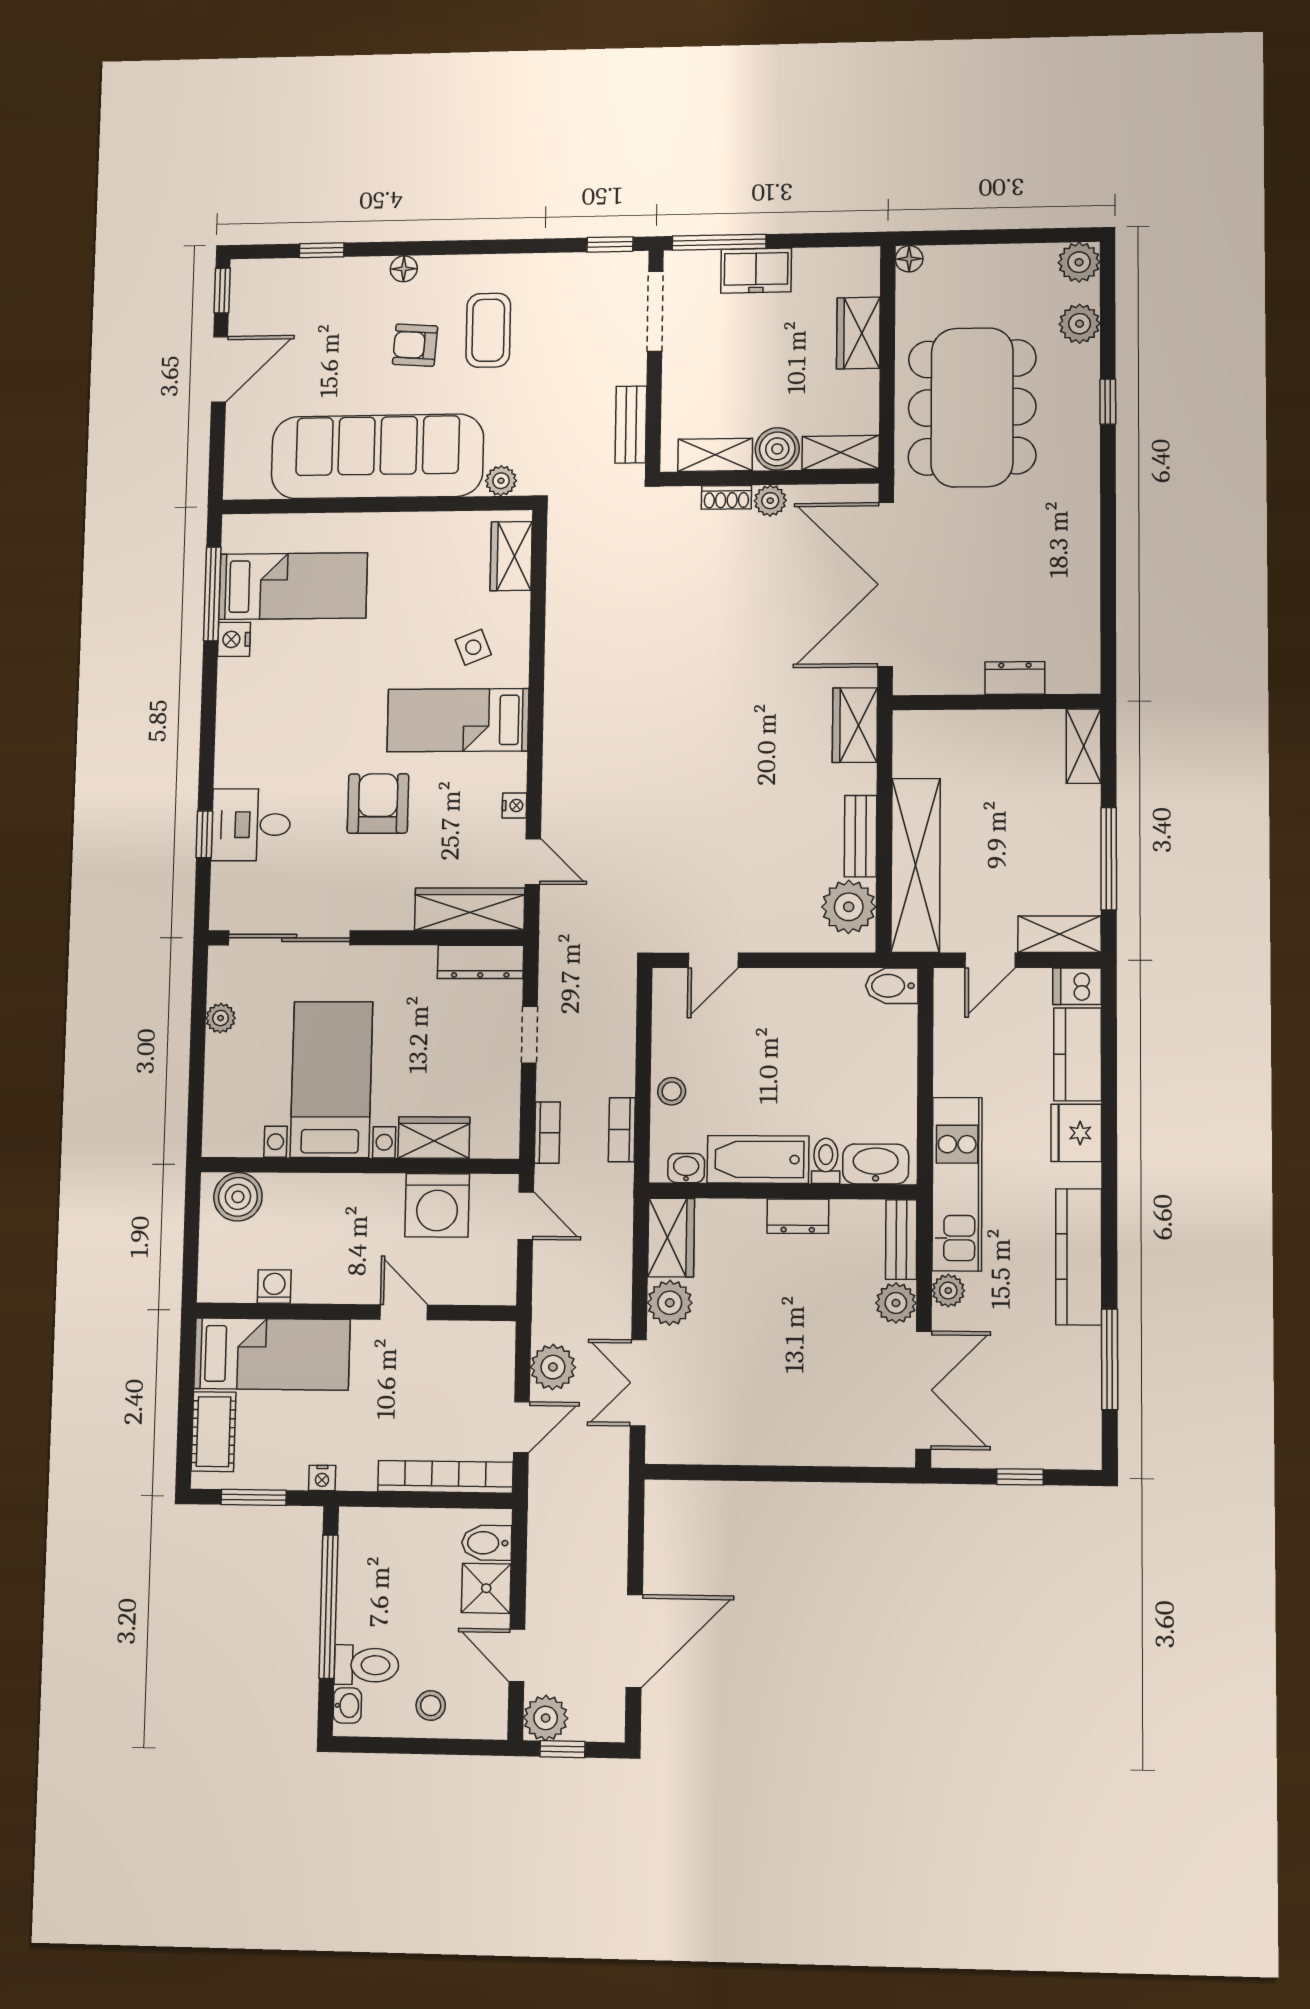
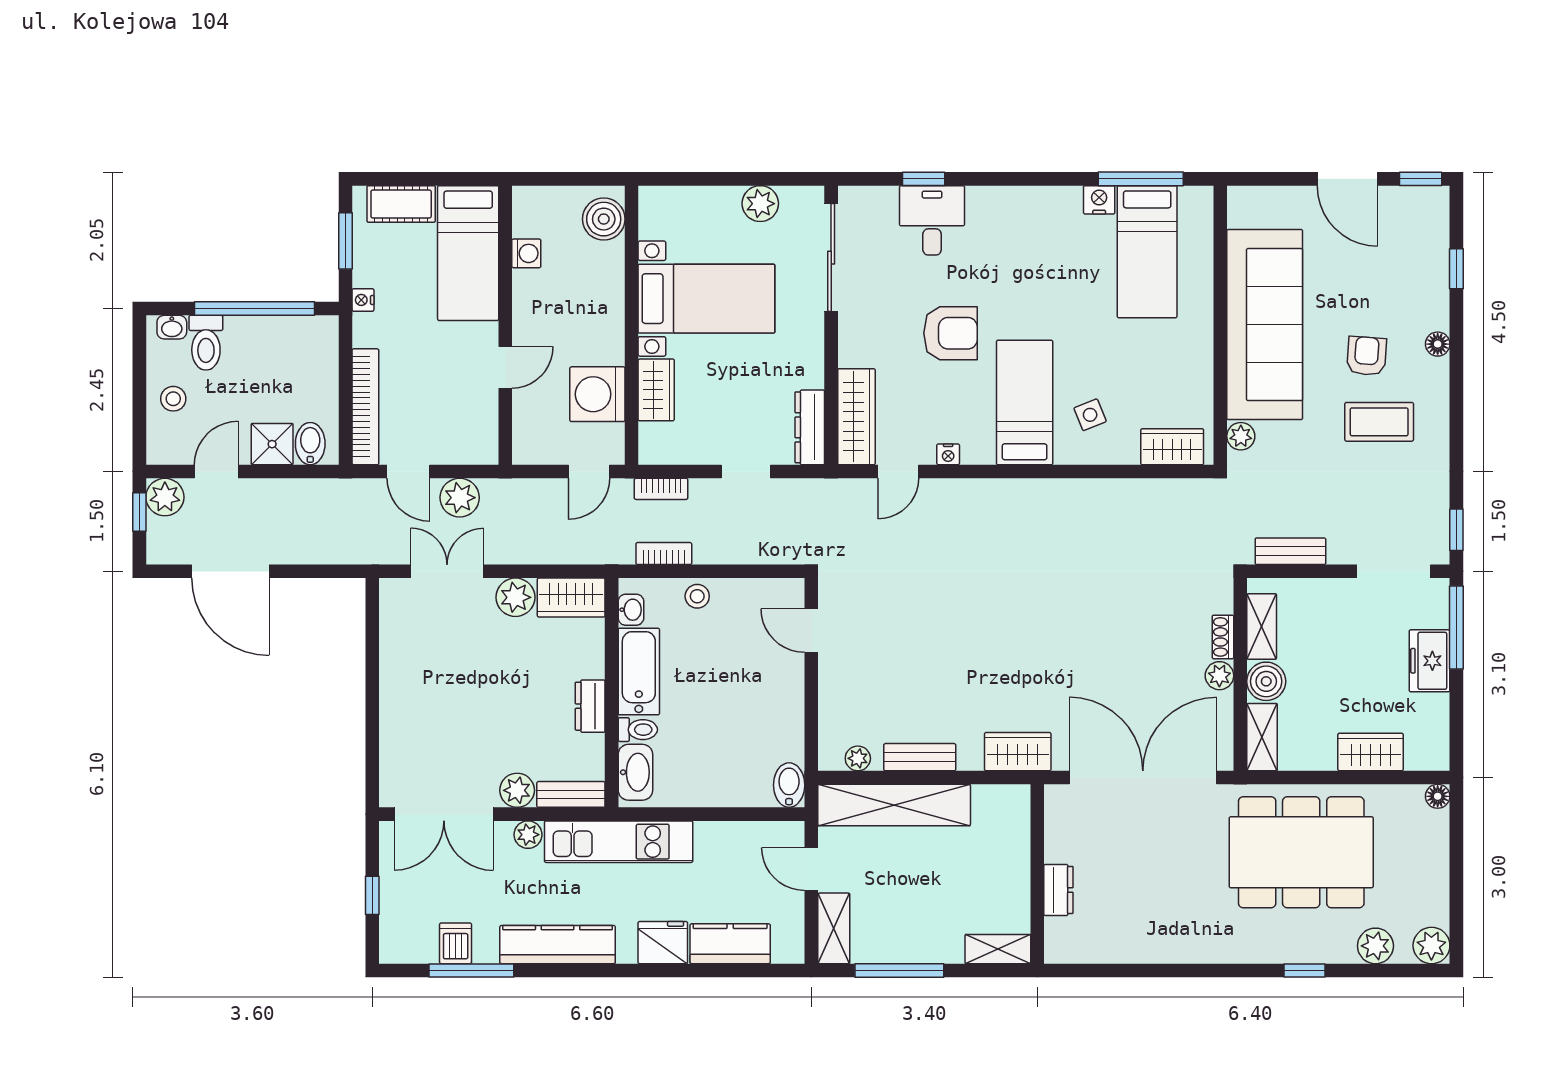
plant: (849, 907) -> (858, 758), width x0.53, depth x0.53
dishwasher: (1077, 986) -> (456, 943), moved
plant: (221, 1018) -> (760, 204), width x1.38, depth x1.38

